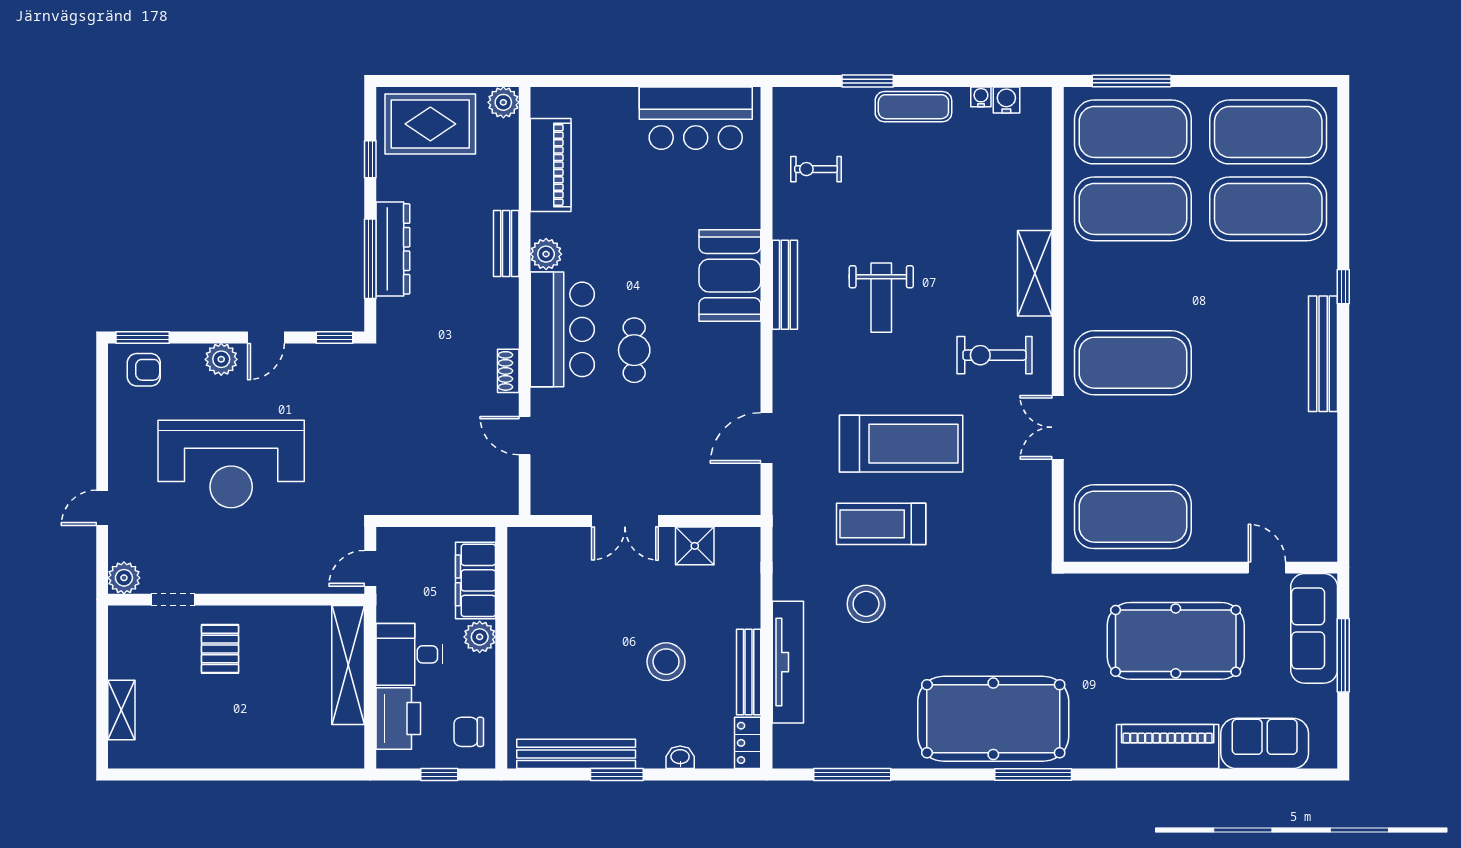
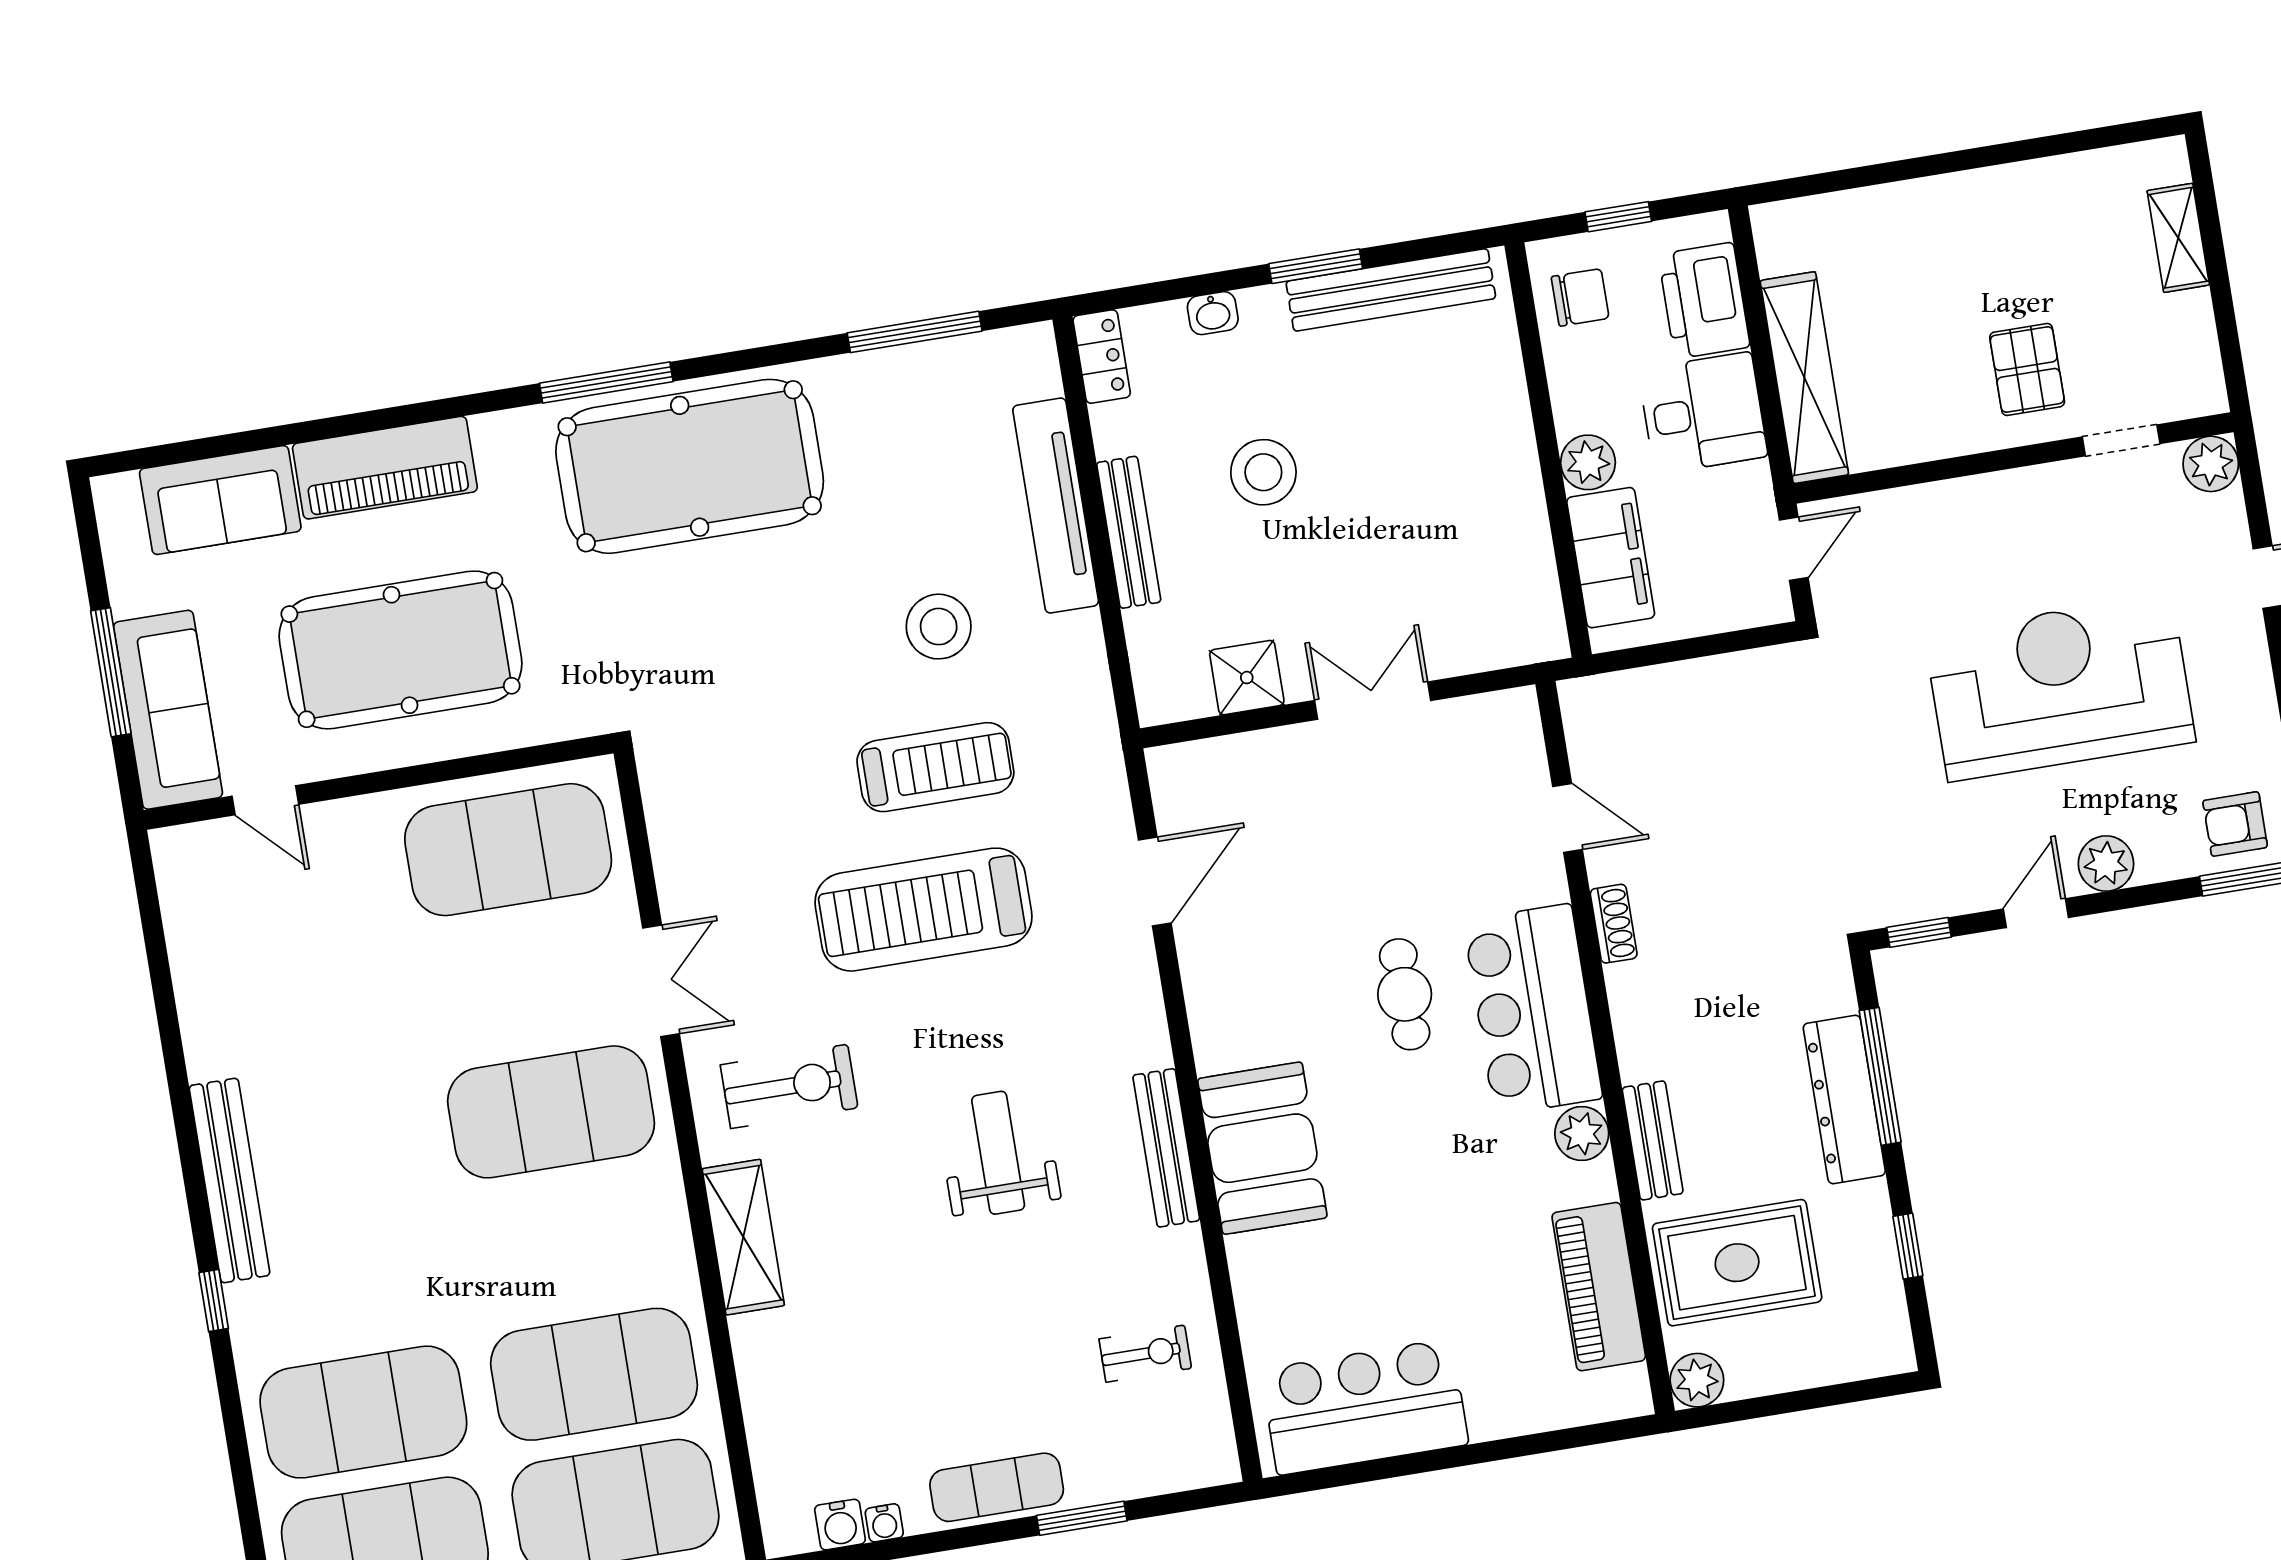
rug: (430, 124) -> (1737, 1263), moved
bench: (749, 672) -> (1129, 532), moved

